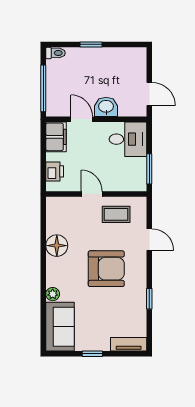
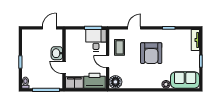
door: (82, 119) -> (64, 67), hinge flipped
desk: (128, 139) -> (96, 40), moved
printer: (55, 171) -> (94, 81), width x1.87, depth x1.48
door: (92, 194) -> (108, 62), hinge flipped
floor lamp: (57, 246) -> (115, 82), moved
armchair: (106, 269) -> (151, 53), turned 180

